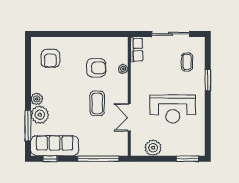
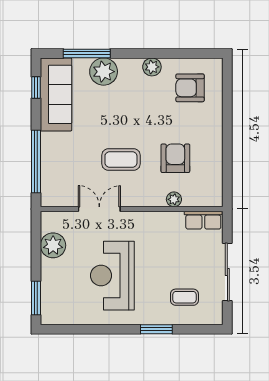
armchair: (96, 68) -> (175, 158), turned 180
plant: (37, 99) -> (152, 67), moved

